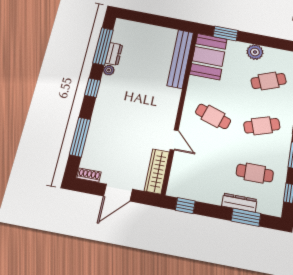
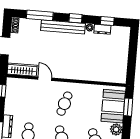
window: (103, 46) -> (107, 21), width x0.46
booth: (208, 56) -> (113, 106), moved, turned 90
bench: (180, 59) -> (63, 27), moved
door: (174, 140) -> (45, 79), swing flipped

